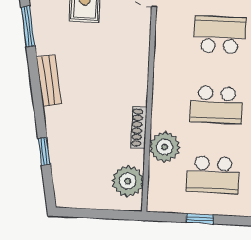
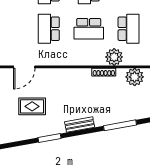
school desk: (216, 105) -> (89, 29), turned 90
window: (44, 151) -> (120, 125), width x2.17

